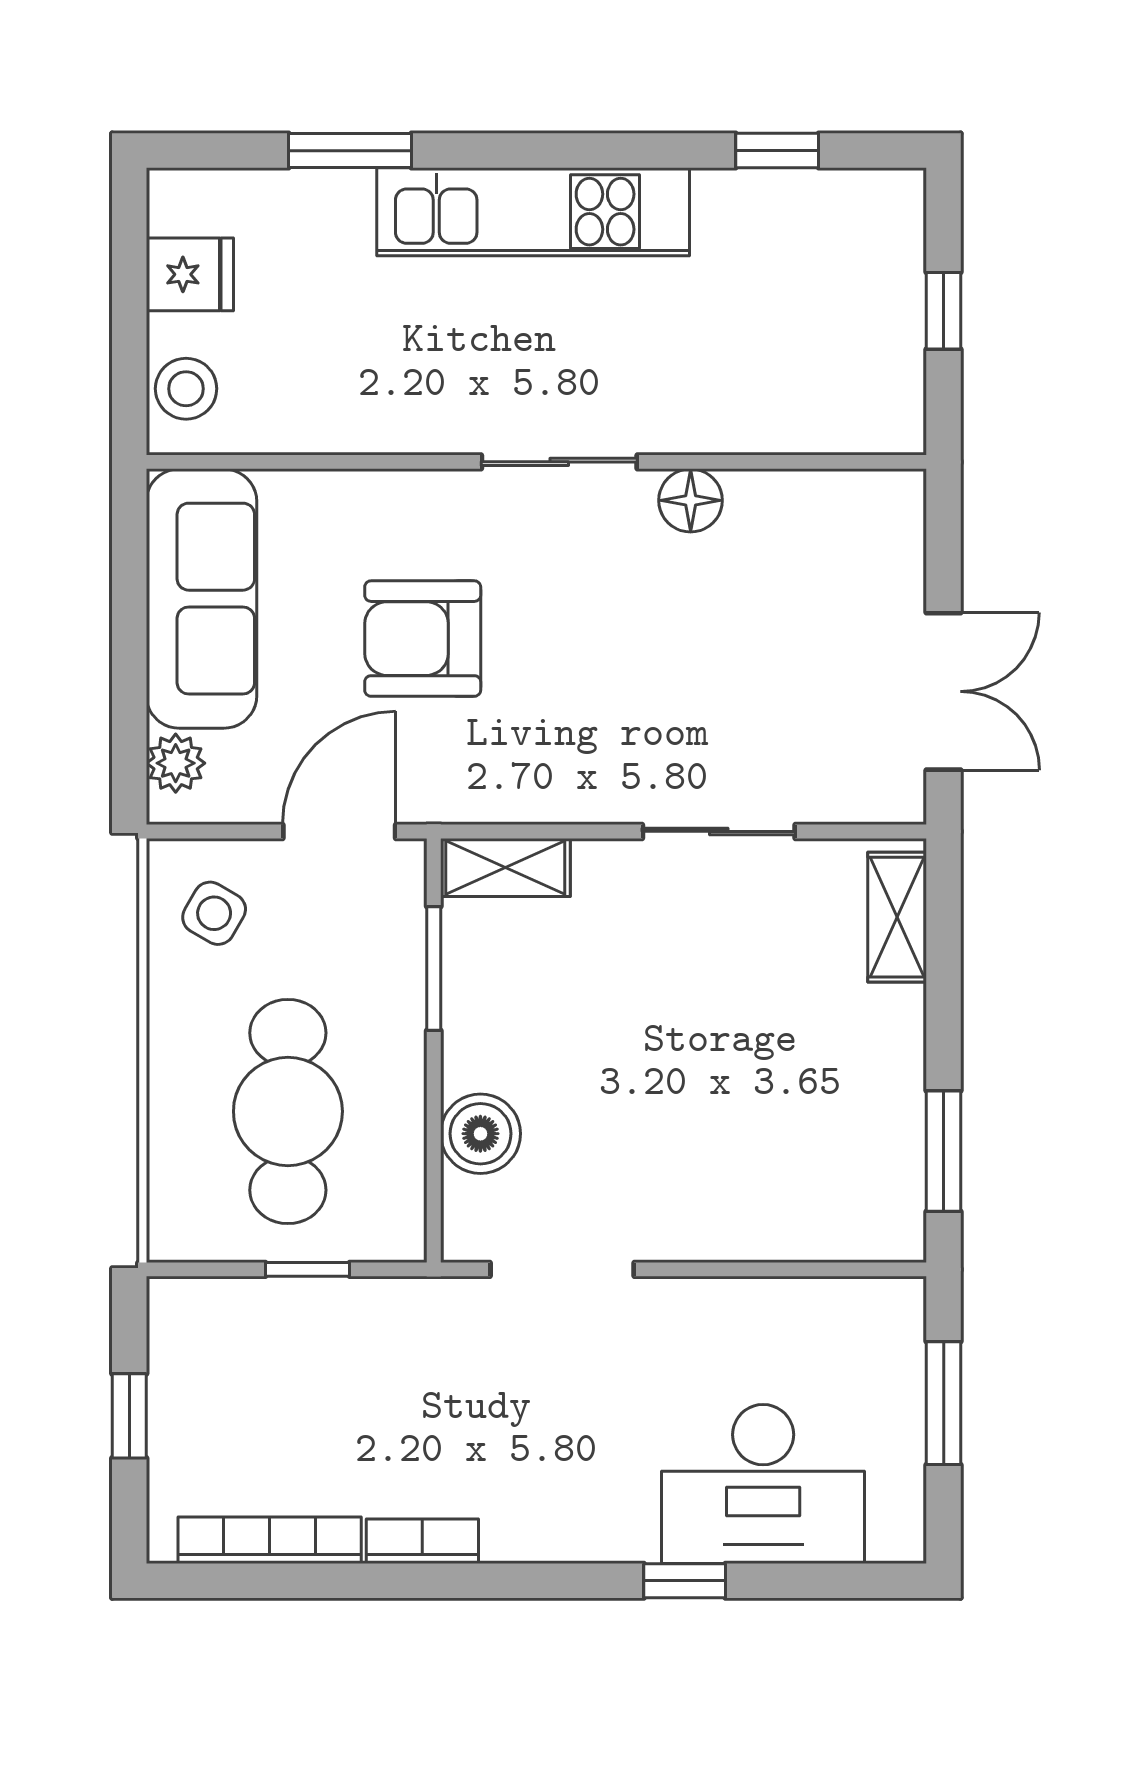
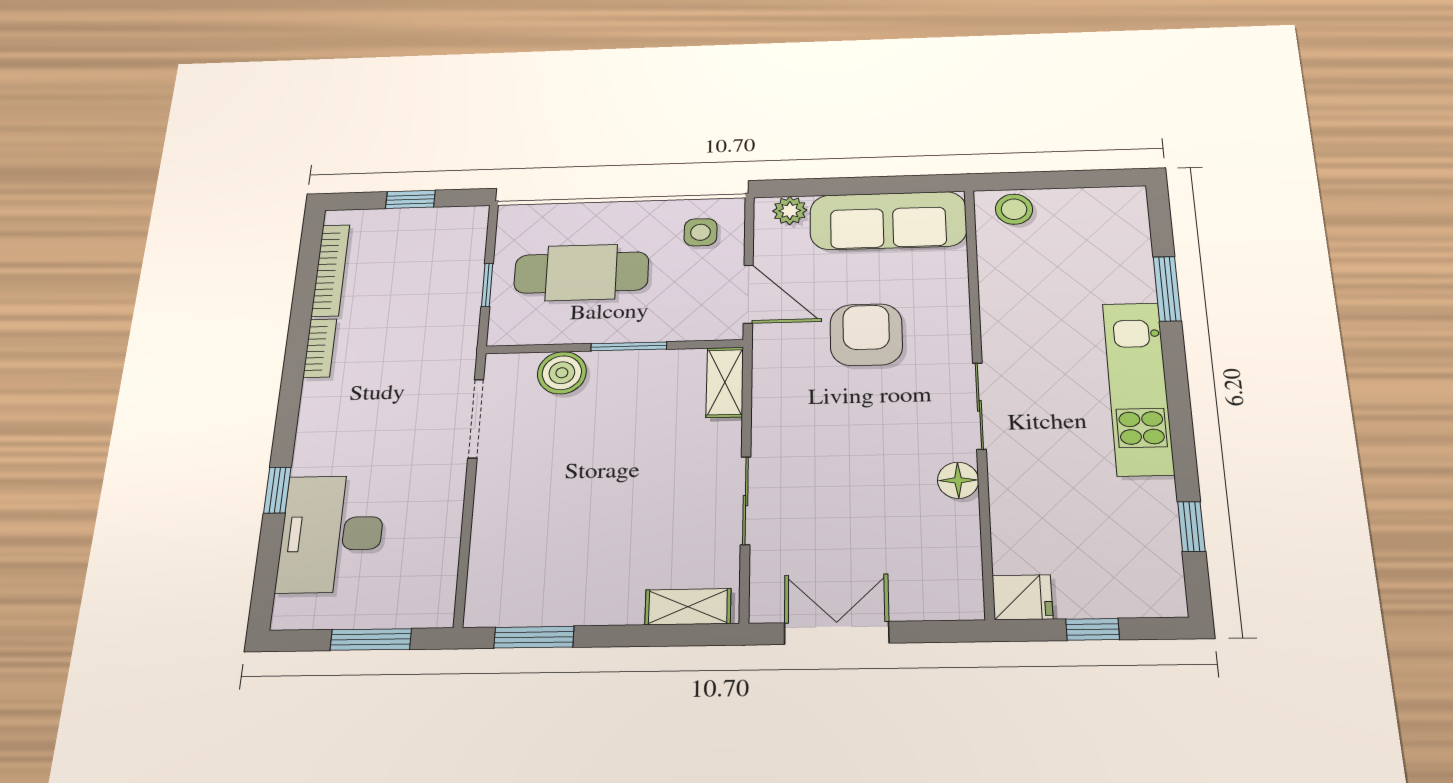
fridge: (190, 274) -> (1022, 597), moved, turned -90
double door: (944, 691) -> (837, 633), swing flipped
side table: (214, 913) -> (700, 232), turned -30
window: (434, 969) -> (629, 346), moved

